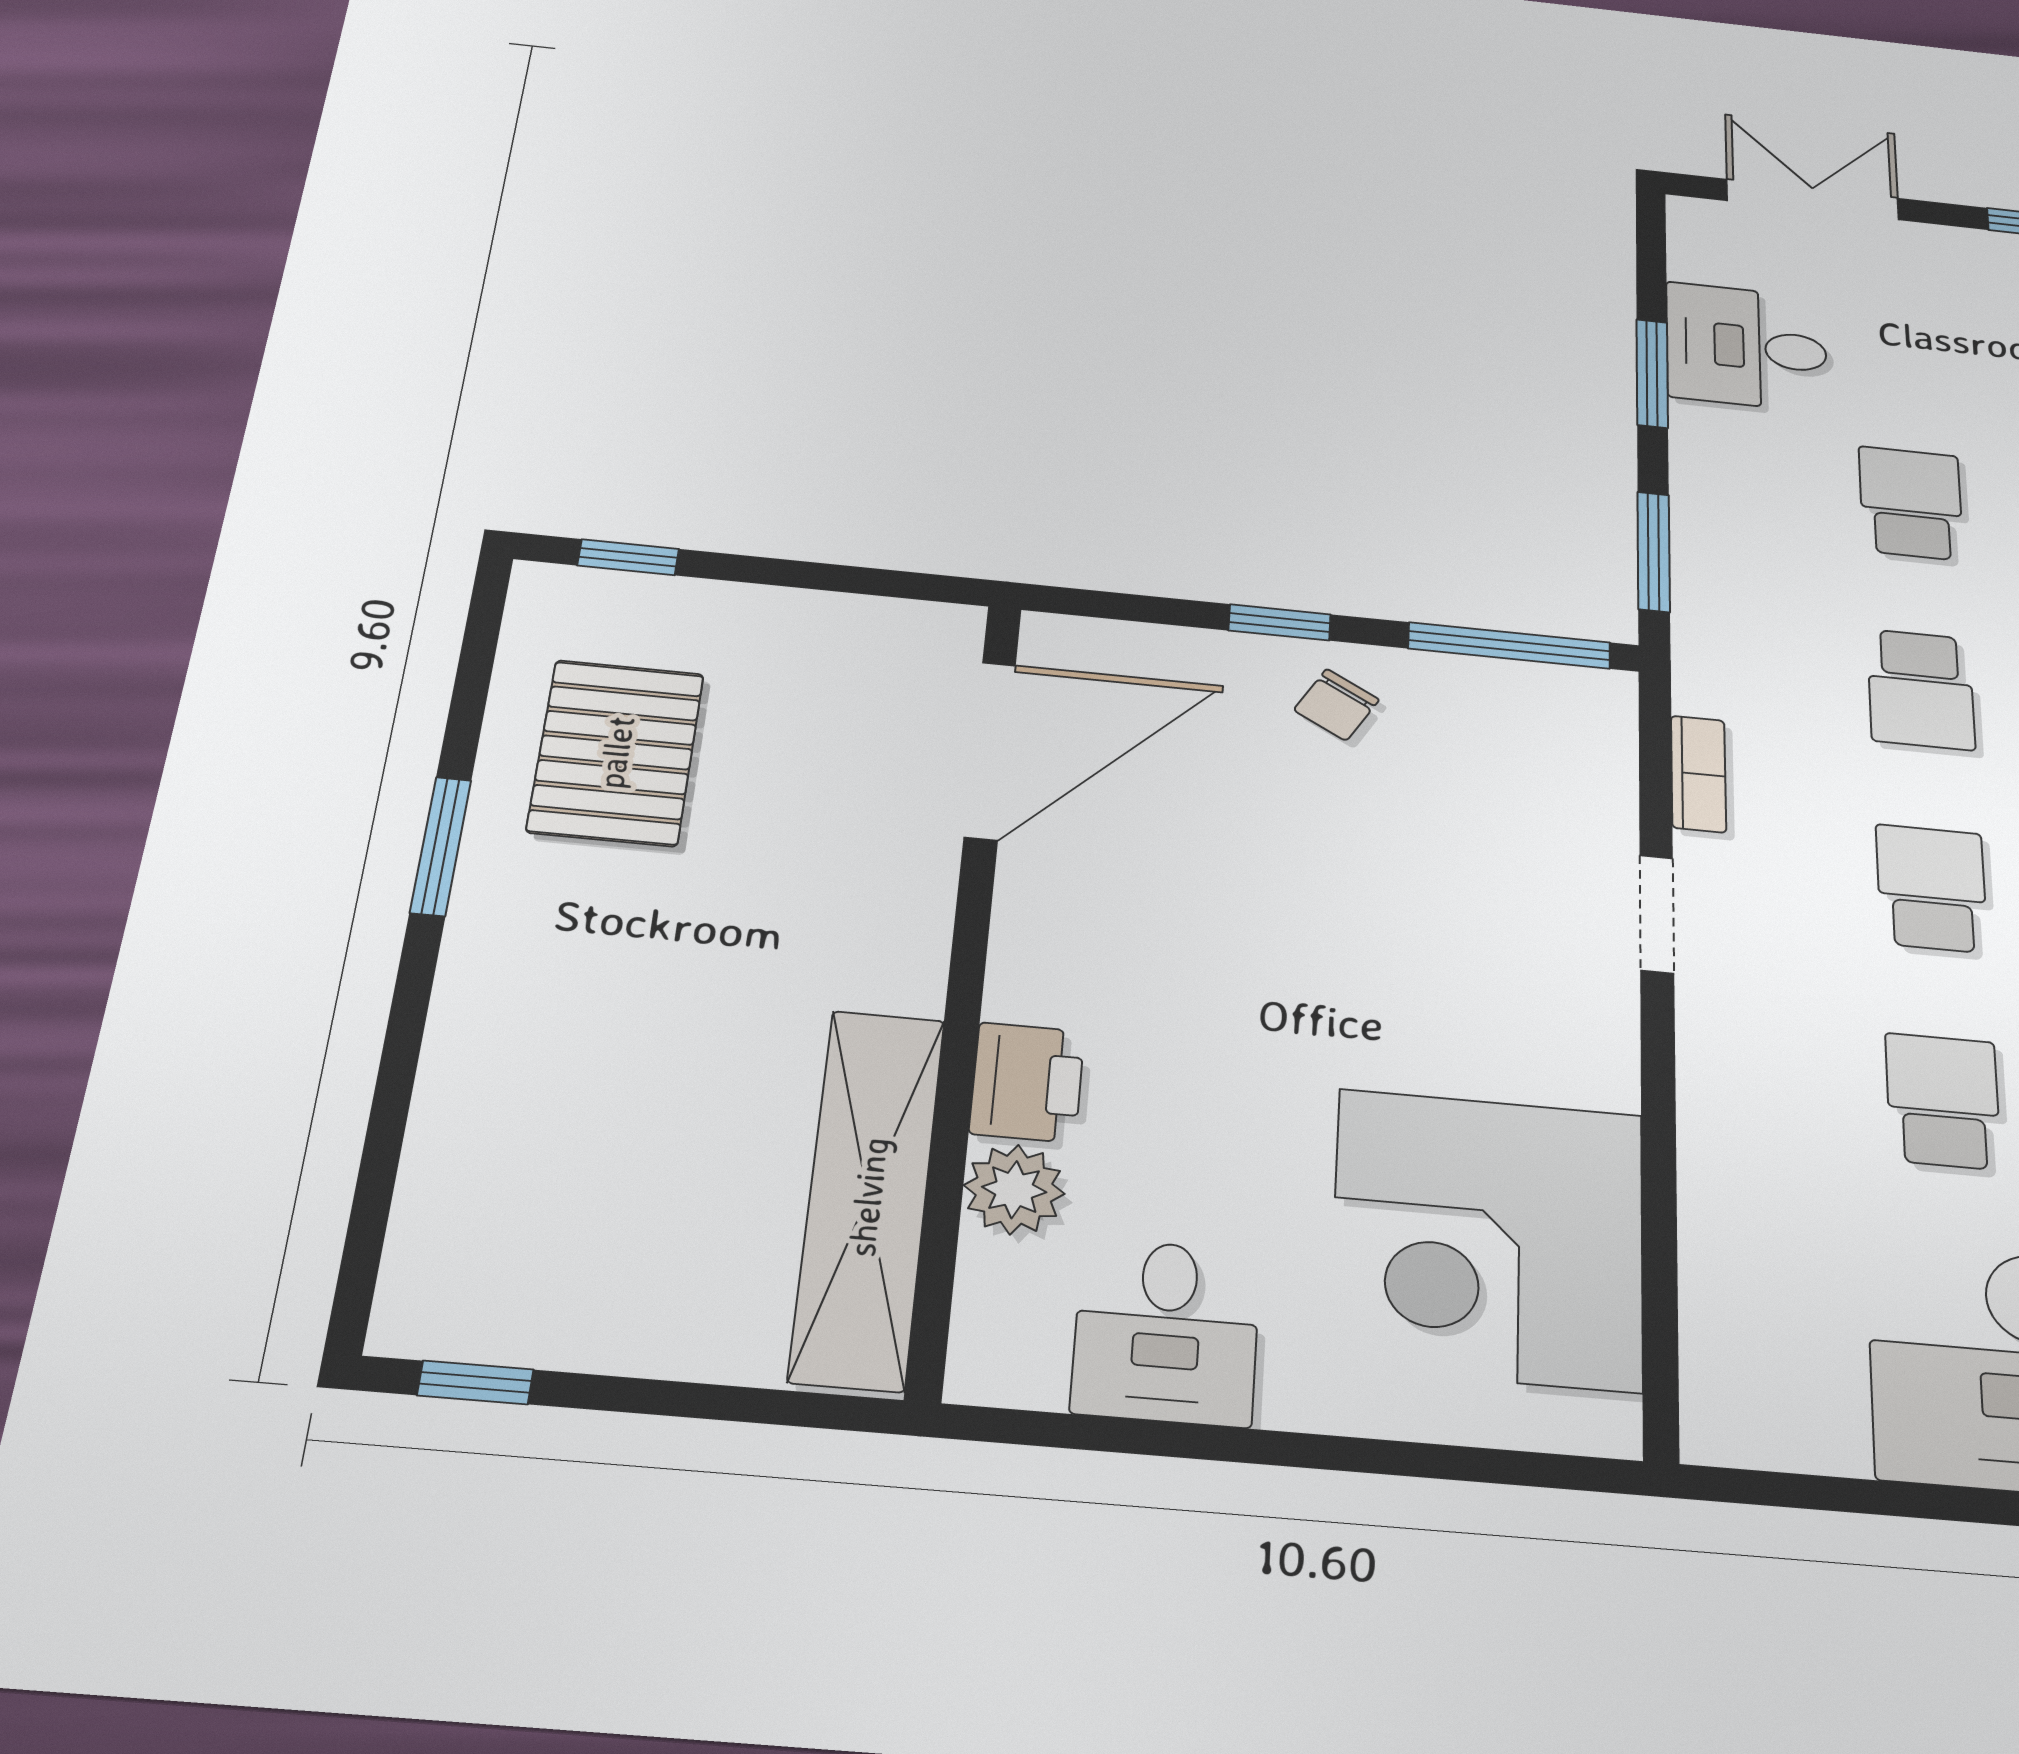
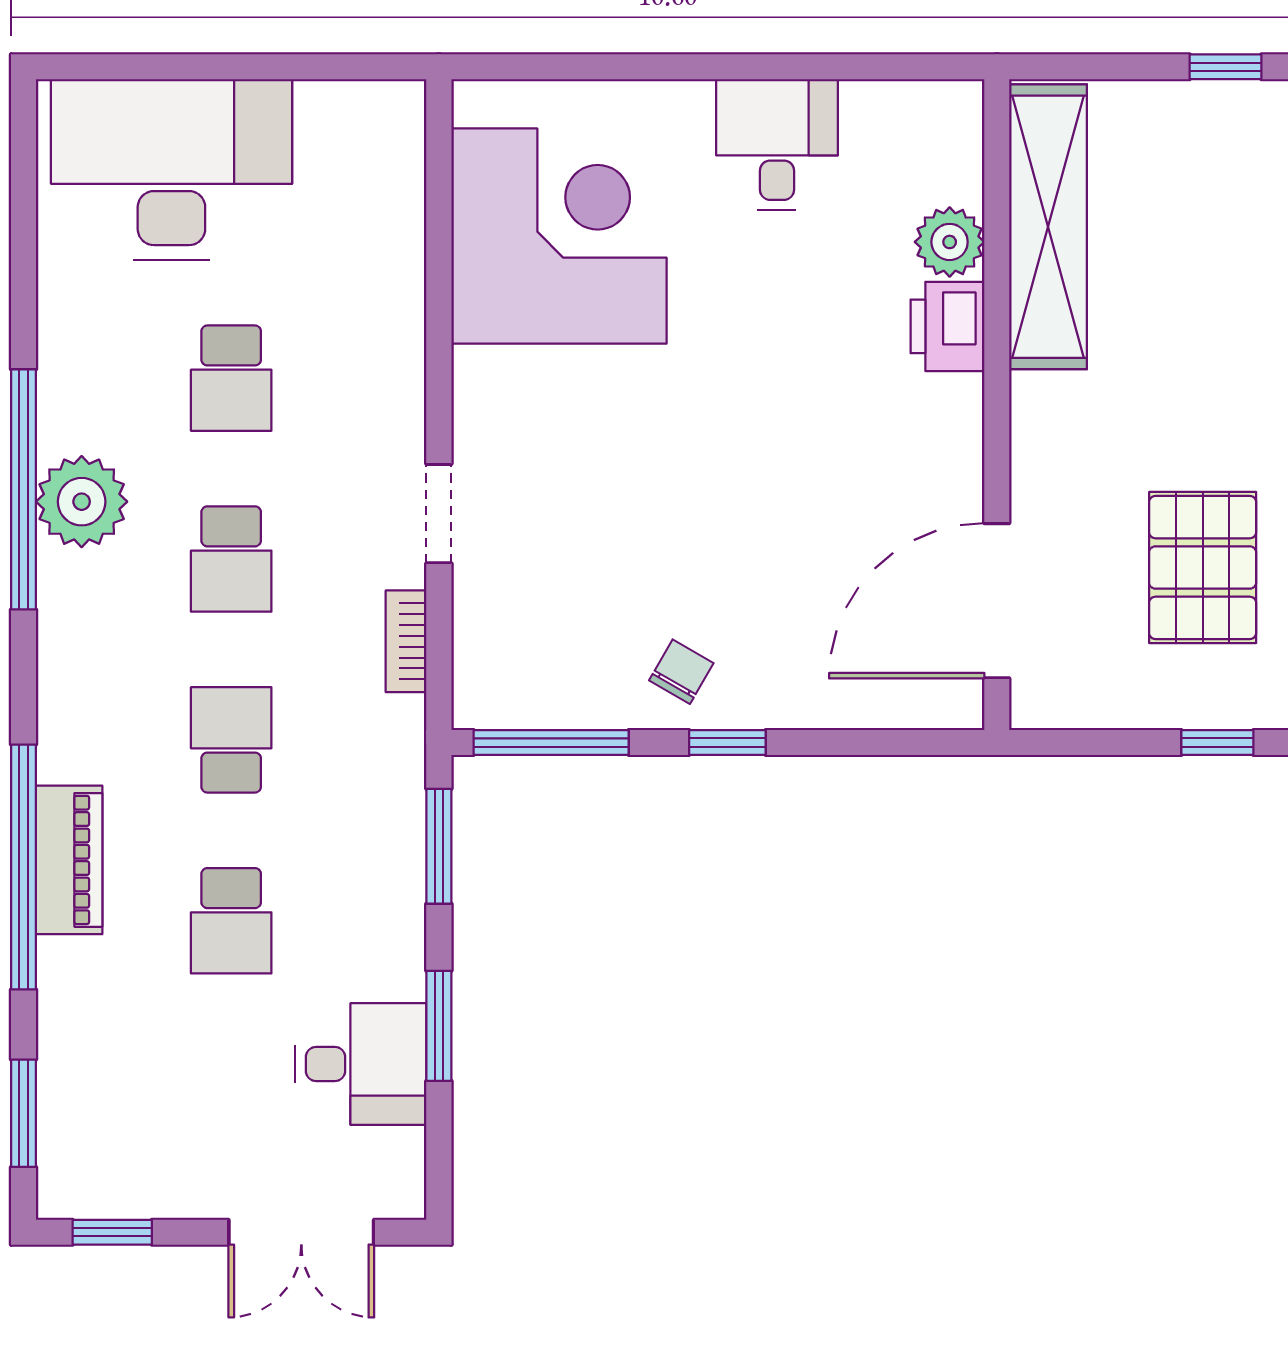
door: (990, 750) -> (997, 601), moved
wall: (966, 980) -> (997, 405), moved
printer: (1027, 1082) -> (947, 326), moved
plant: (1014, 1190) -> (950, 242), moved
shelving: (868, 1197) -> (1048, 227), moved

